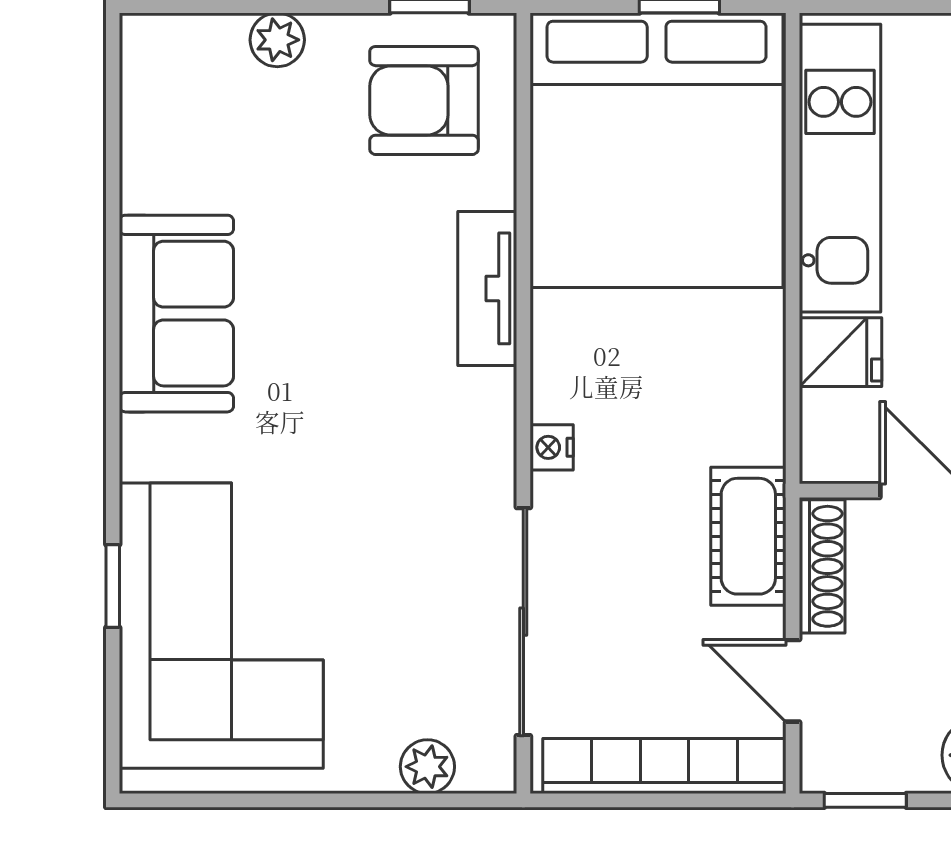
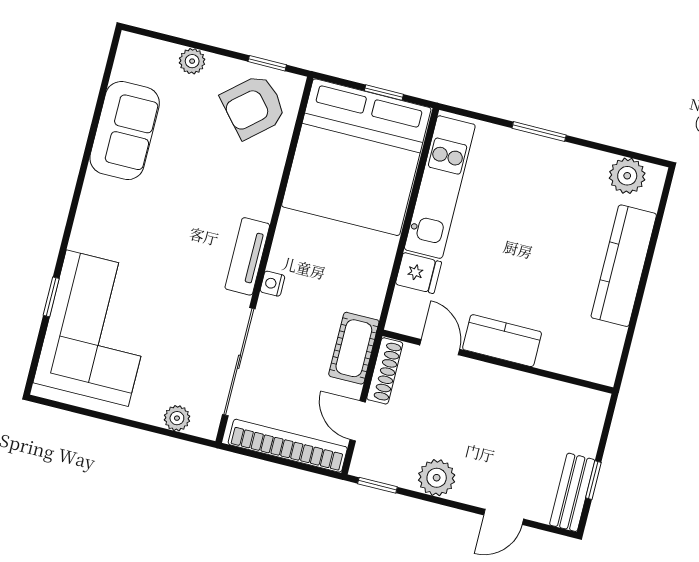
armchair: (424, 100) -> (254, 107), turned -41
tv unit: (487, 288) -> (247, 256), moved
sofa: (176, 314) -> (125, 131), moved

